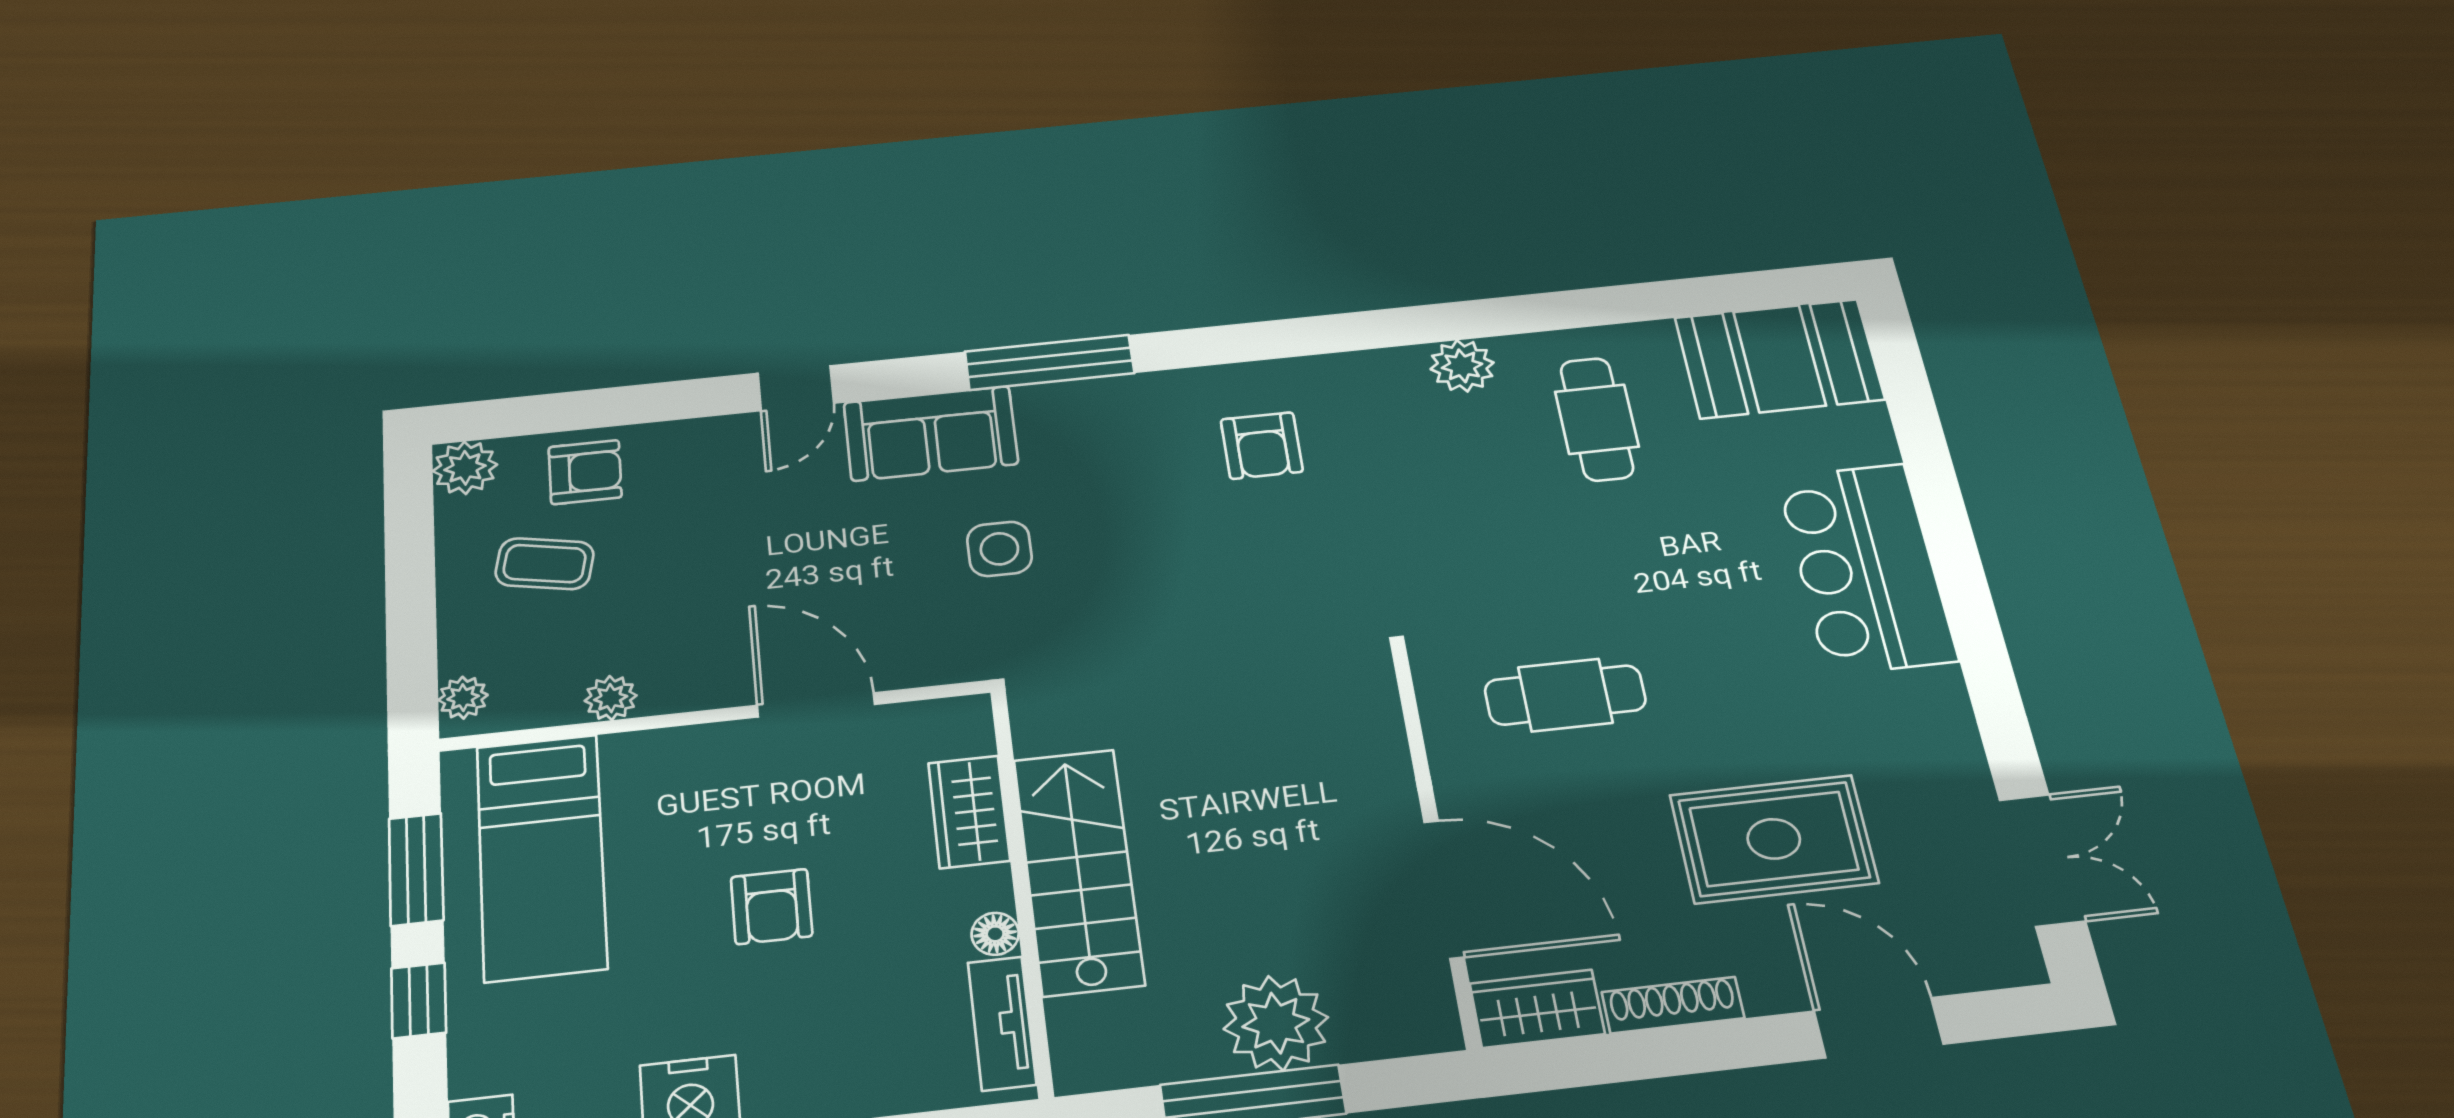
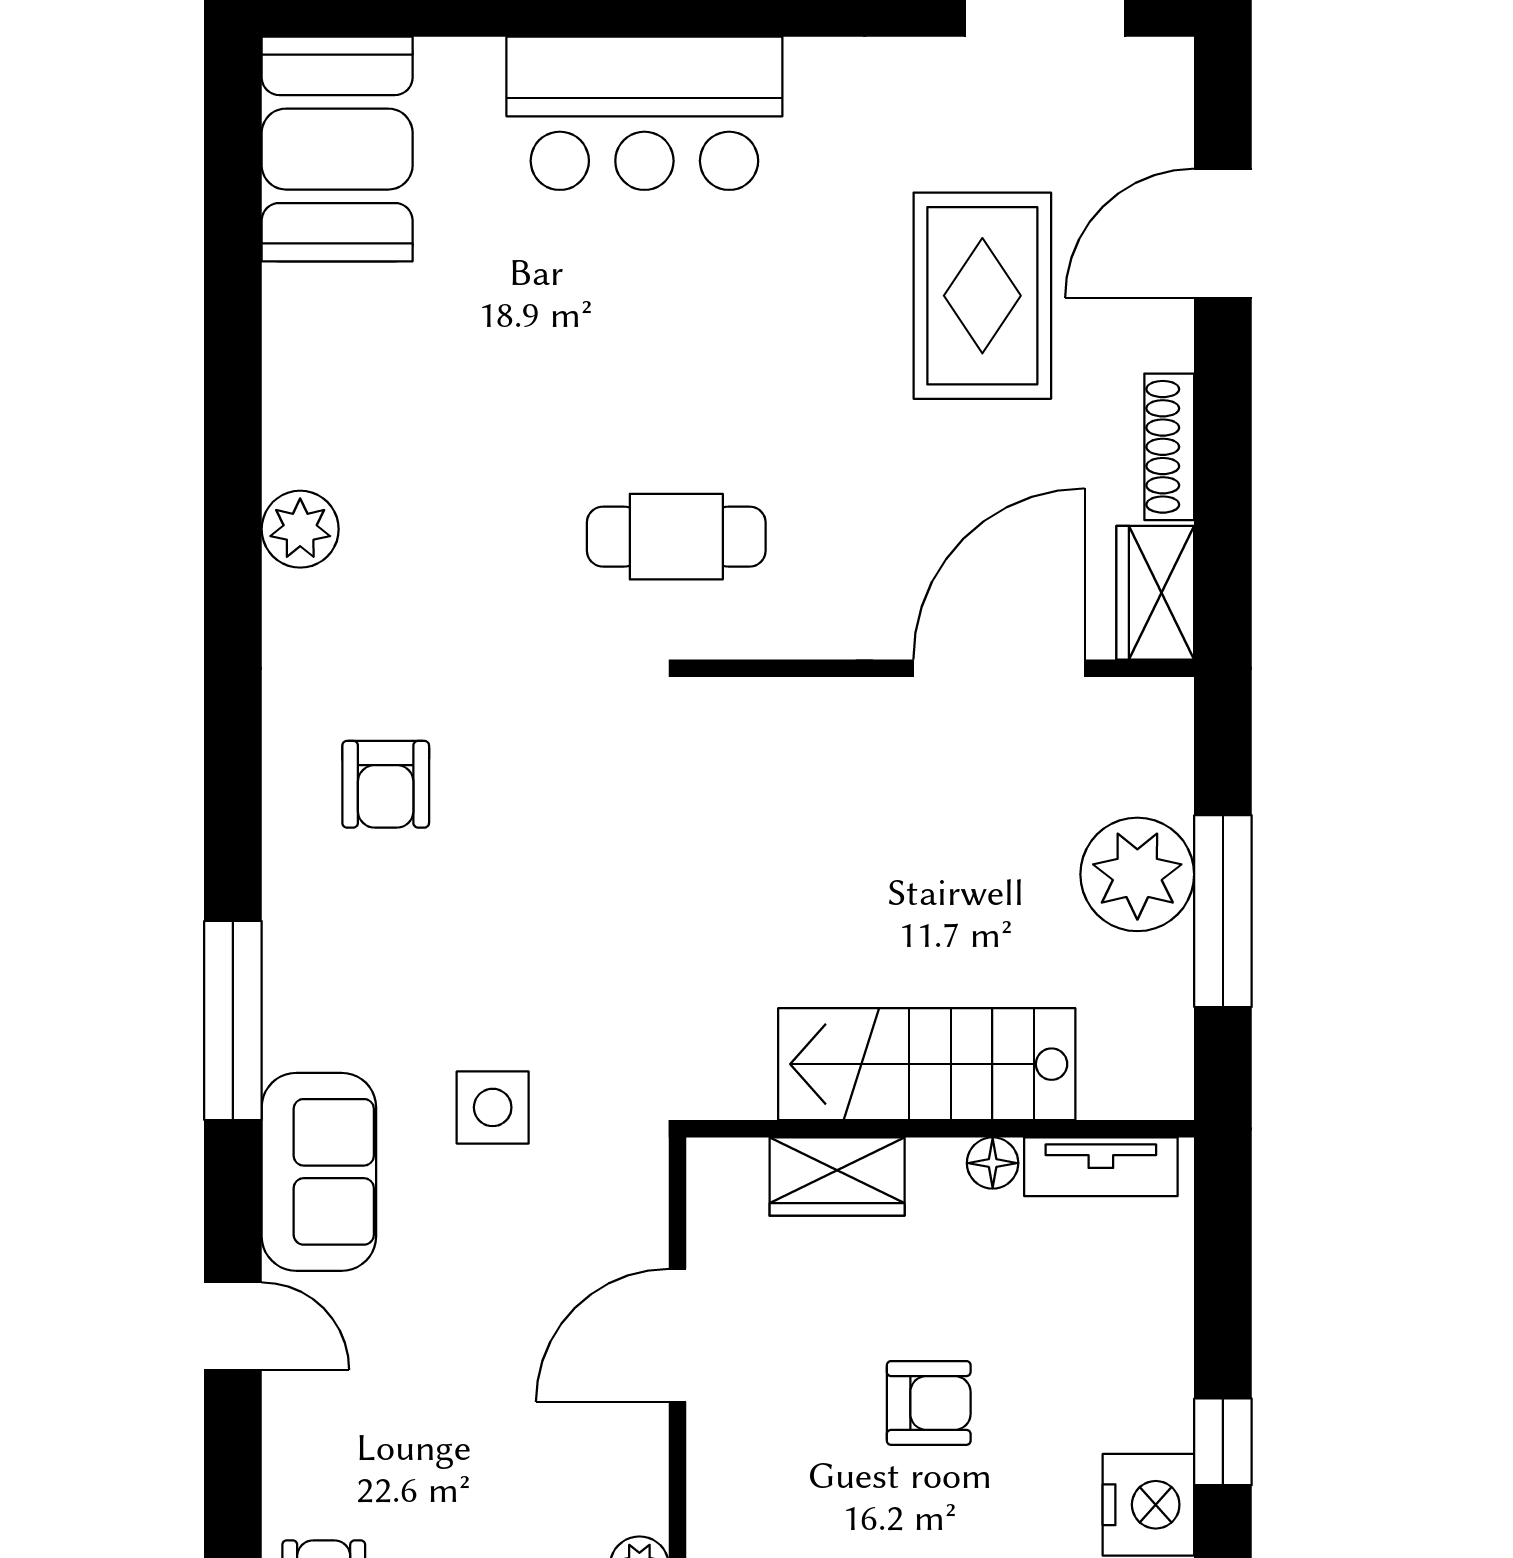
cafe table: (1597, 419) -> (398, 383), removed
armchair: (1262, 446) -> (386, 784), turned 90
cafe table: (1565, 695) -> (676, 537), moved, turned 90

